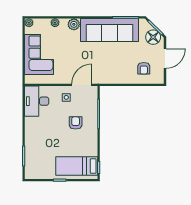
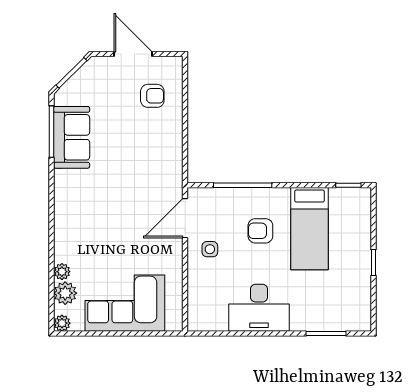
plant: (74, 24) -> (65, 293), moved
sofa: (109, 30) -> (72, 137), width x0.54, depth x0.79
floor lamp: (153, 37) -> (90, 77), removed
door: (82, 85) -> (185, 218), hinge flipped
desk: (37, 101) -> (259, 308), moved
bed: (77, 166) -> (309, 229), moved

